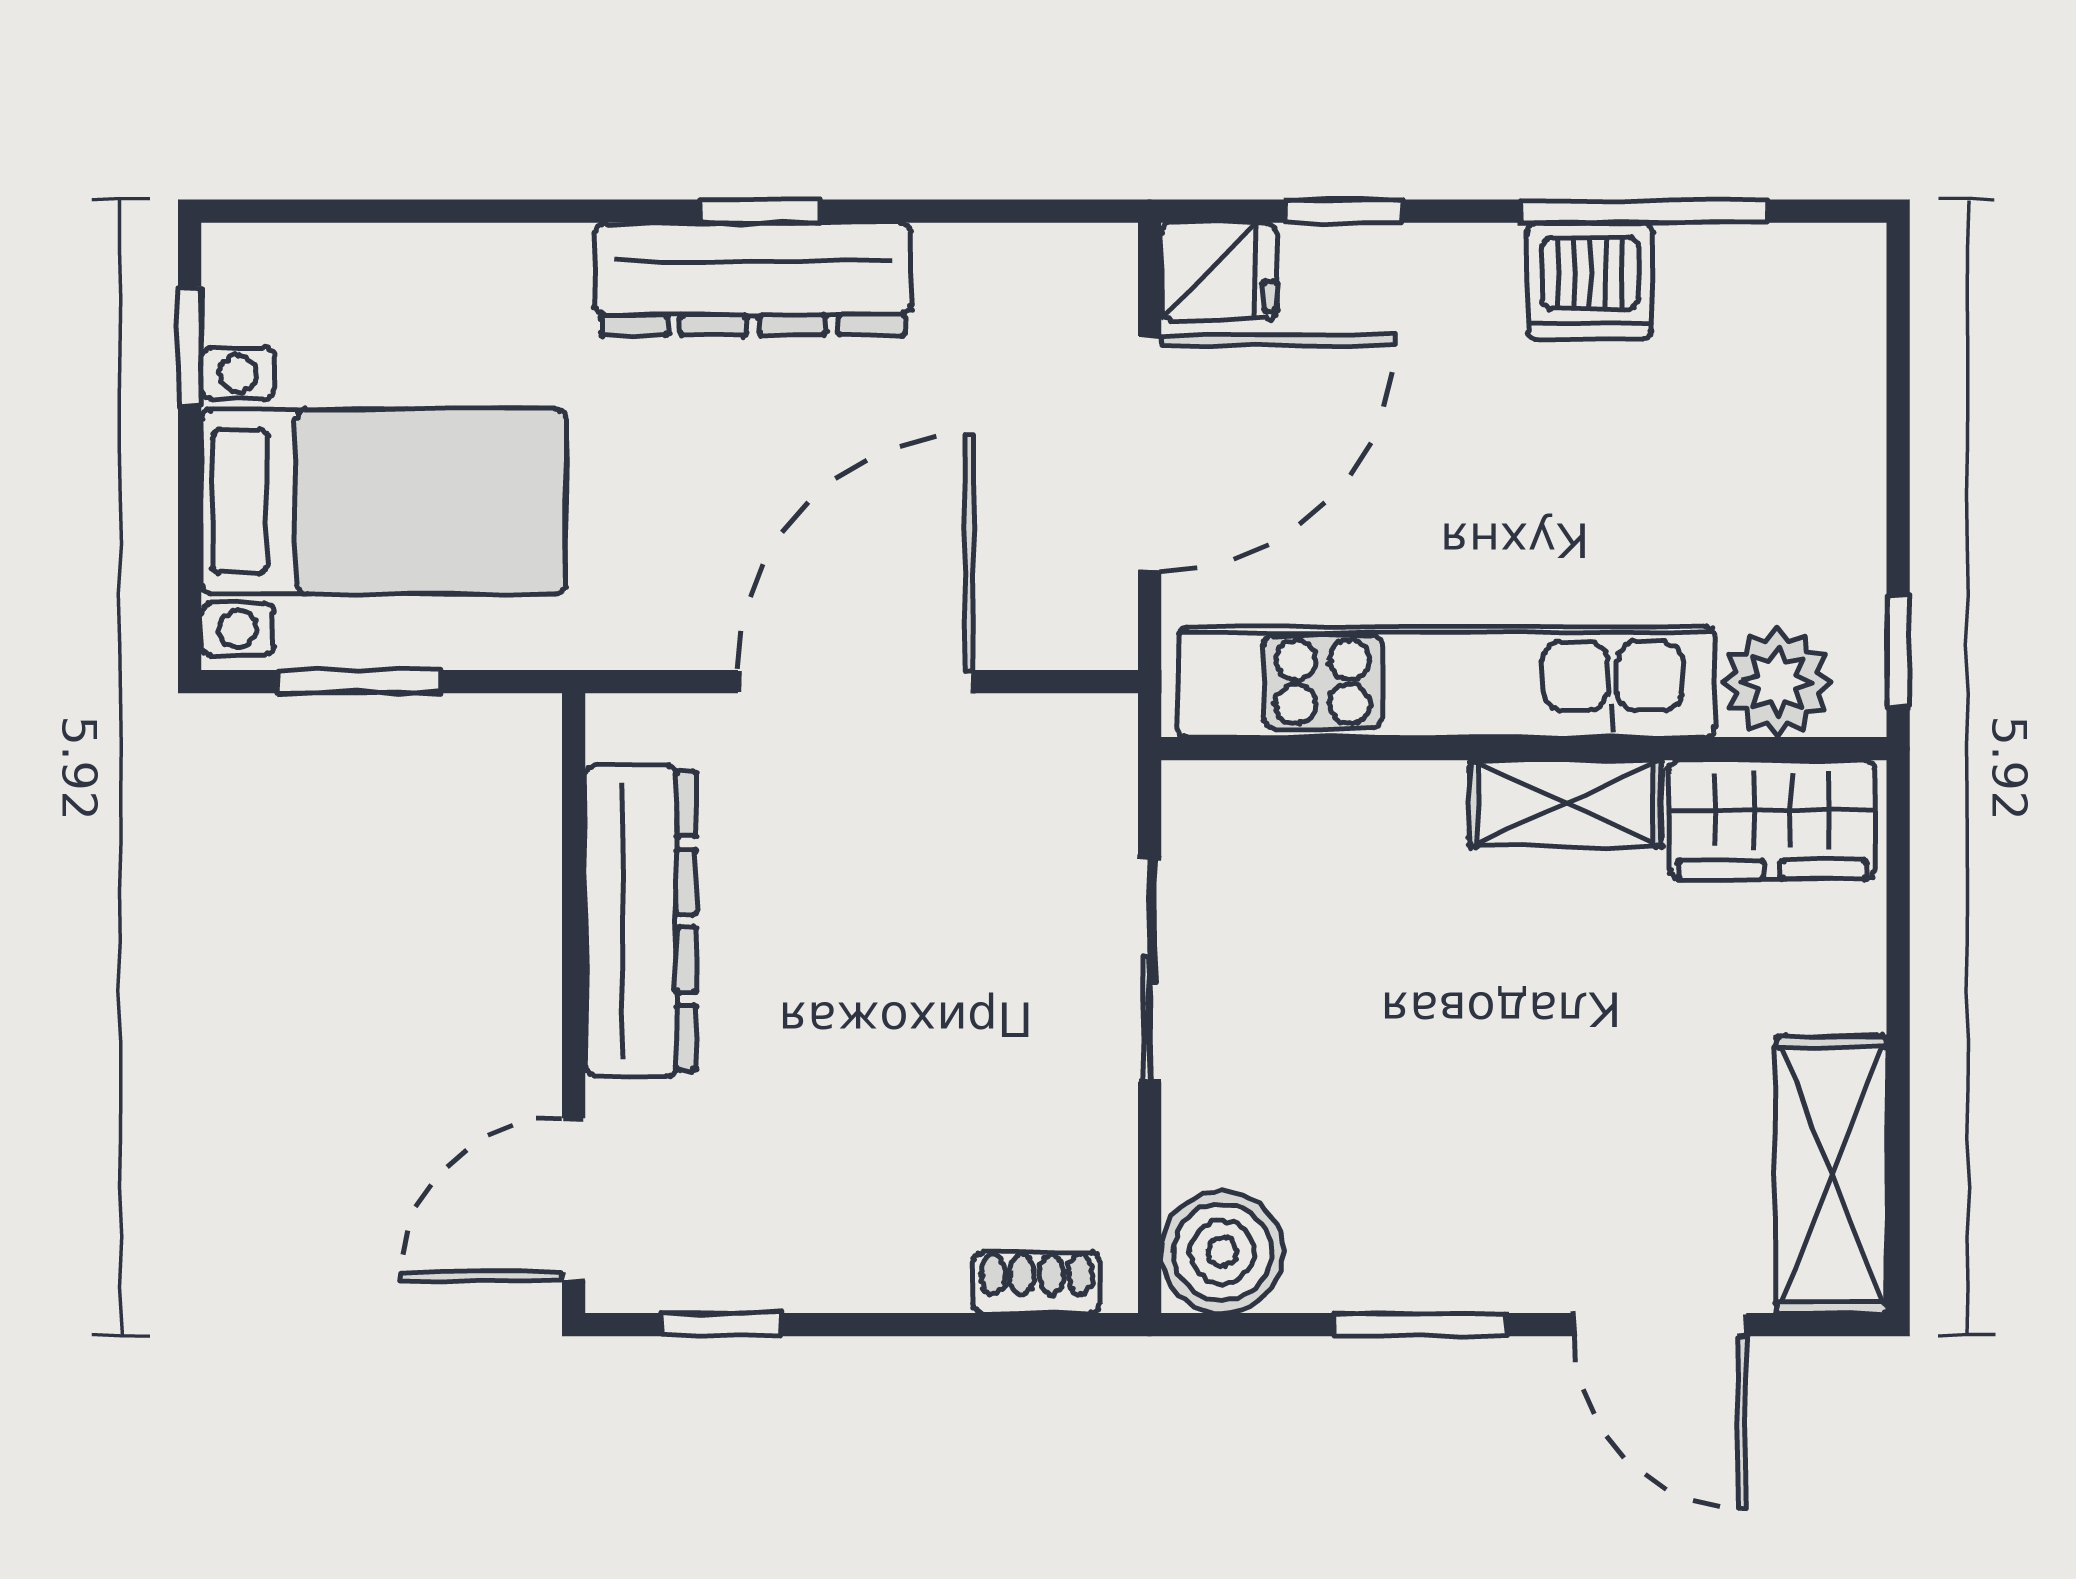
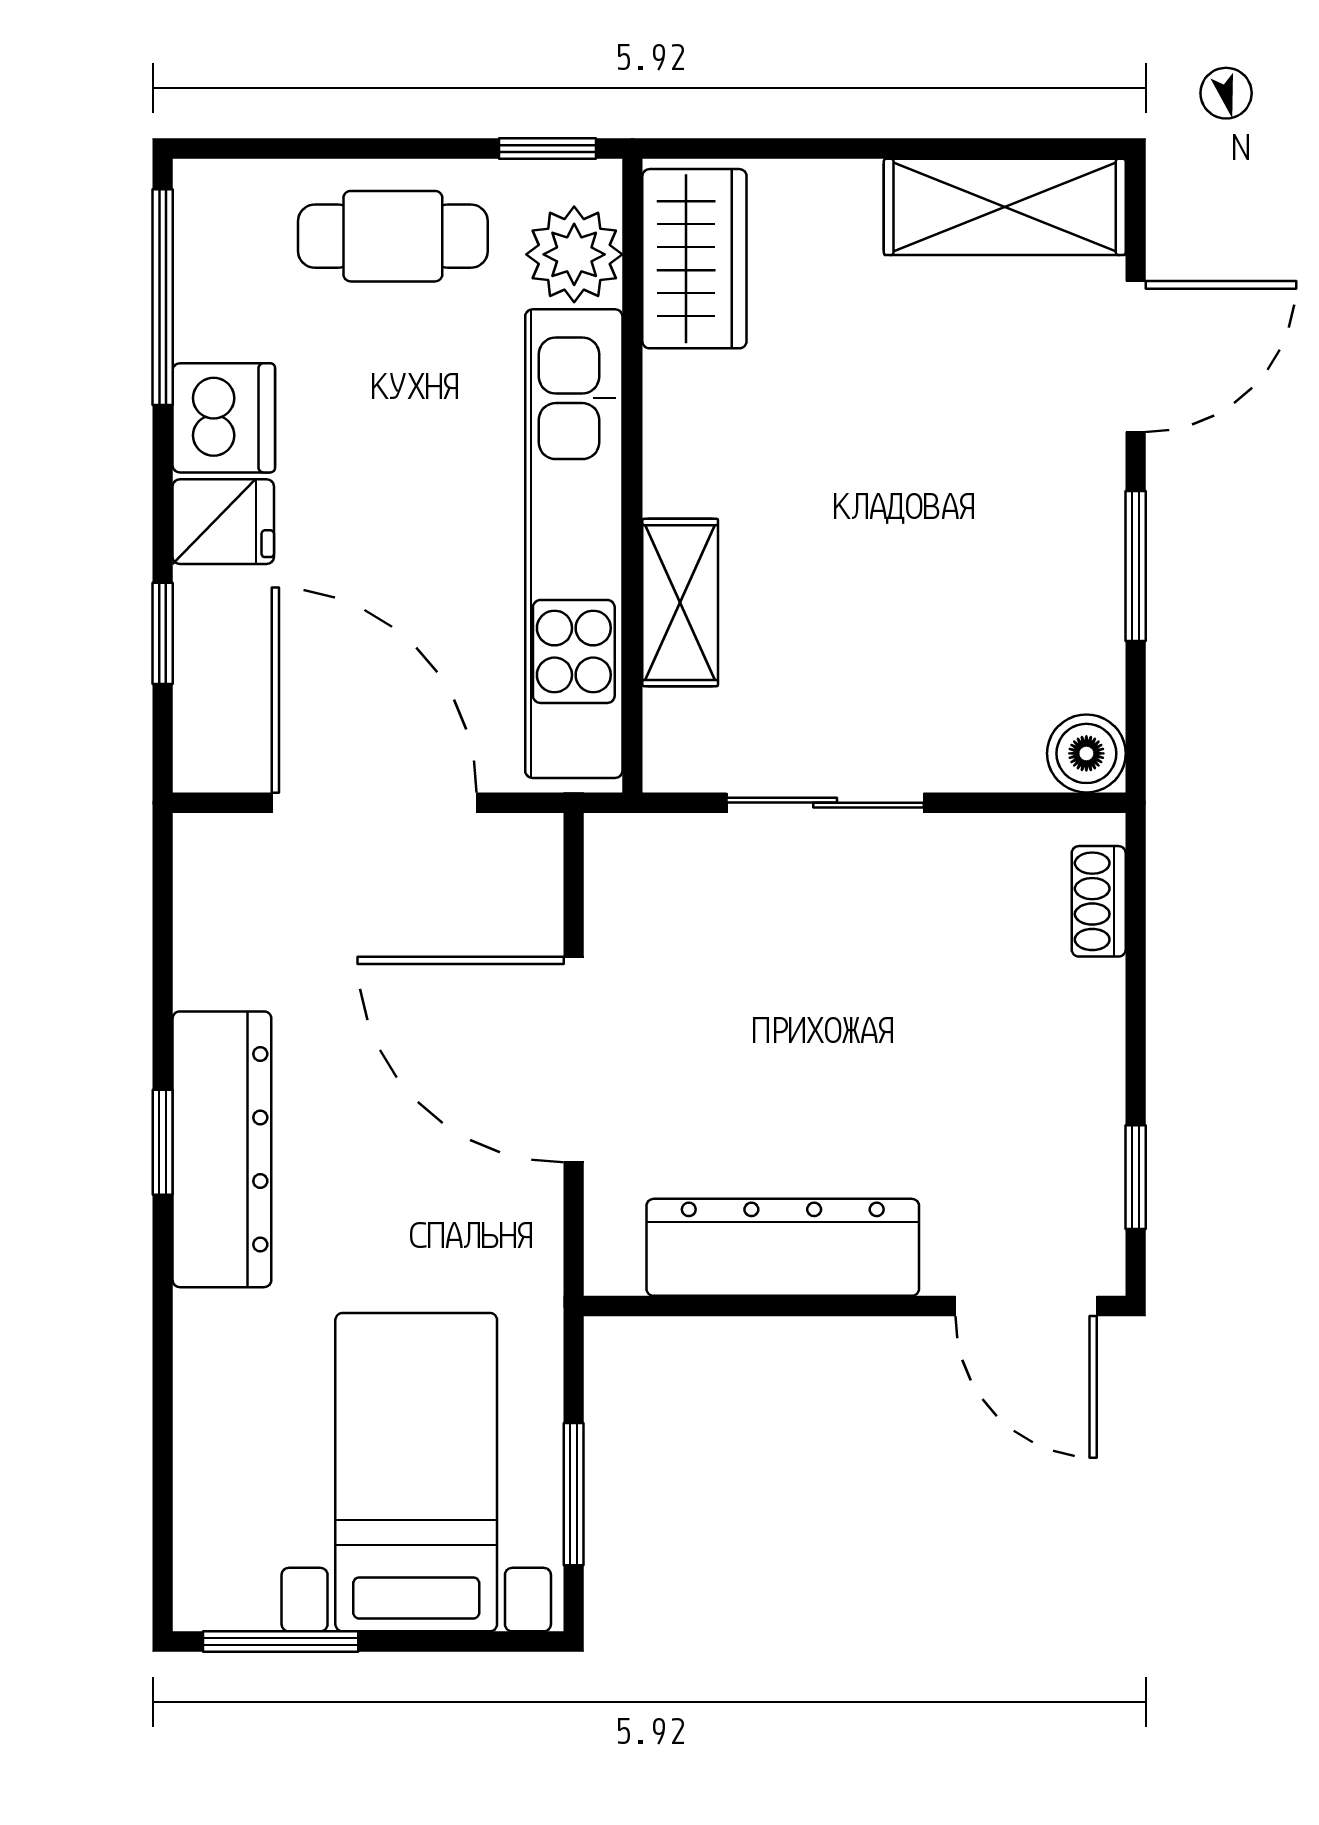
window: (1644, 211) -> (163, 297), moved
fridge: (1219, 271) -> (223, 522), moved, turned 90
window: (190, 346) -> (281, 1641), width x1.50
cafe table: (1798, 475) -> (393, 236), added
shelving: (1566, 803) -> (680, 603), moved
boiler: (1222, 1252) -> (1086, 753), width x0.73, depth x0.73

